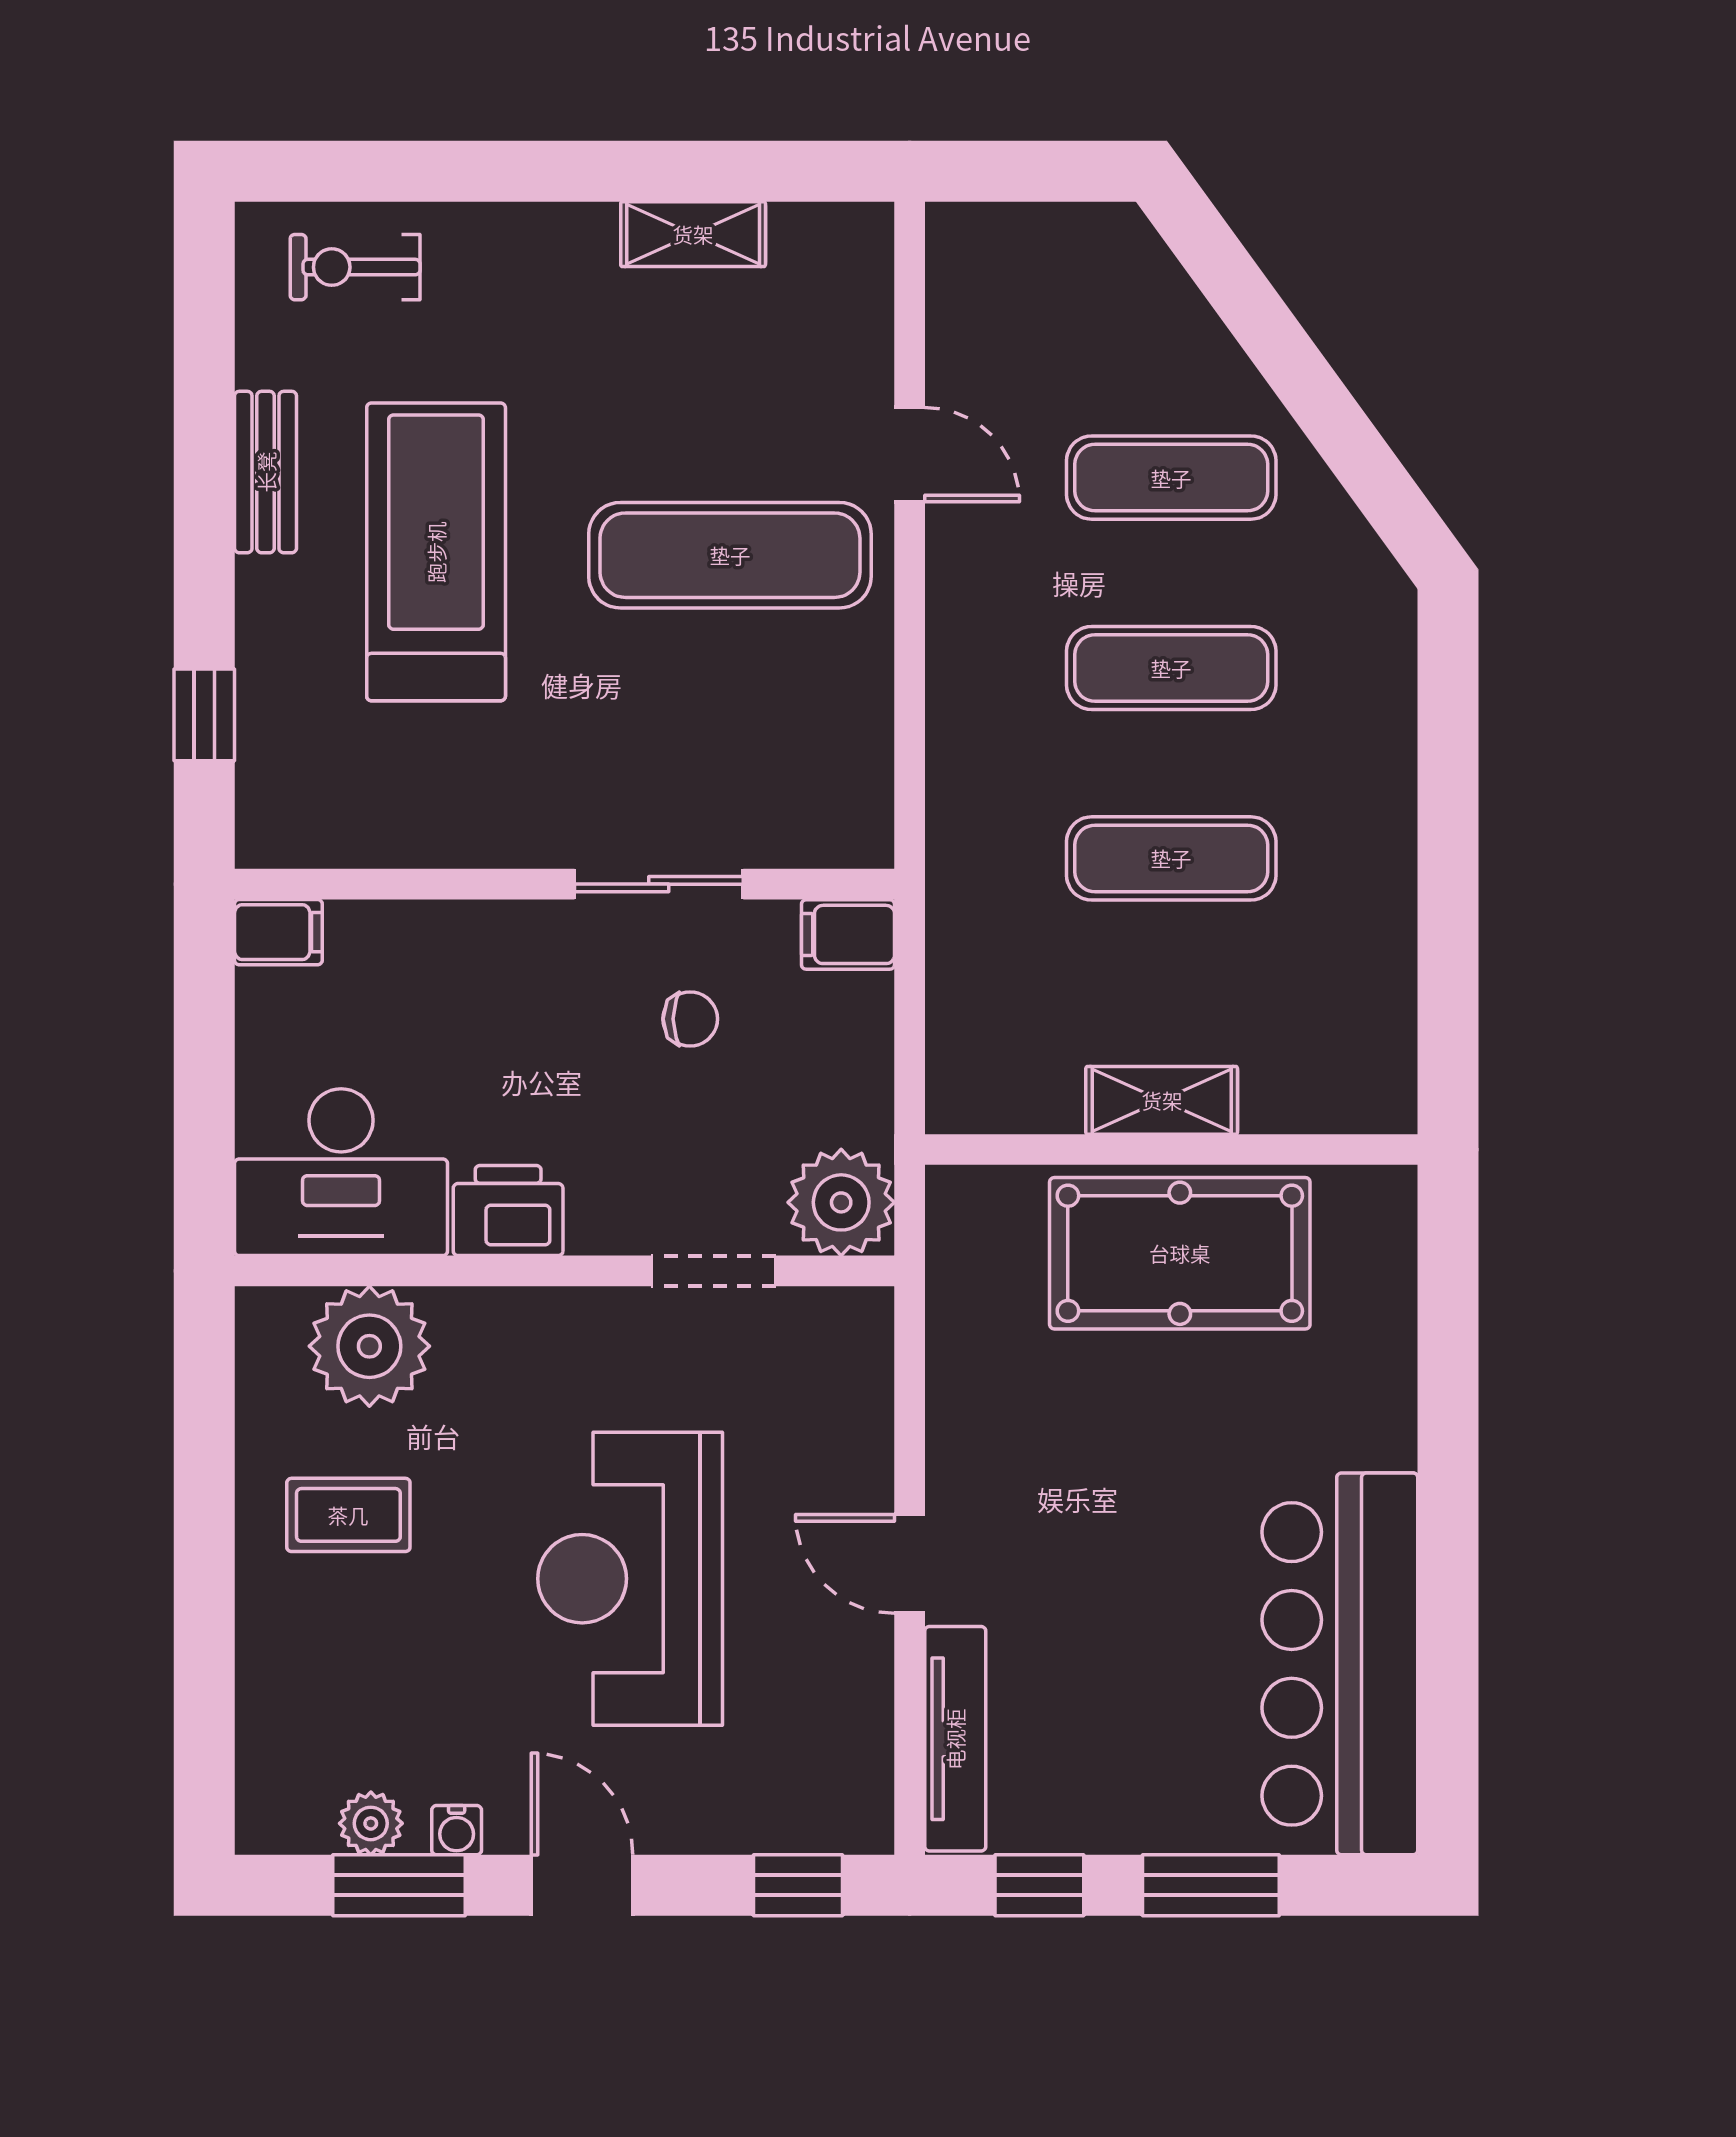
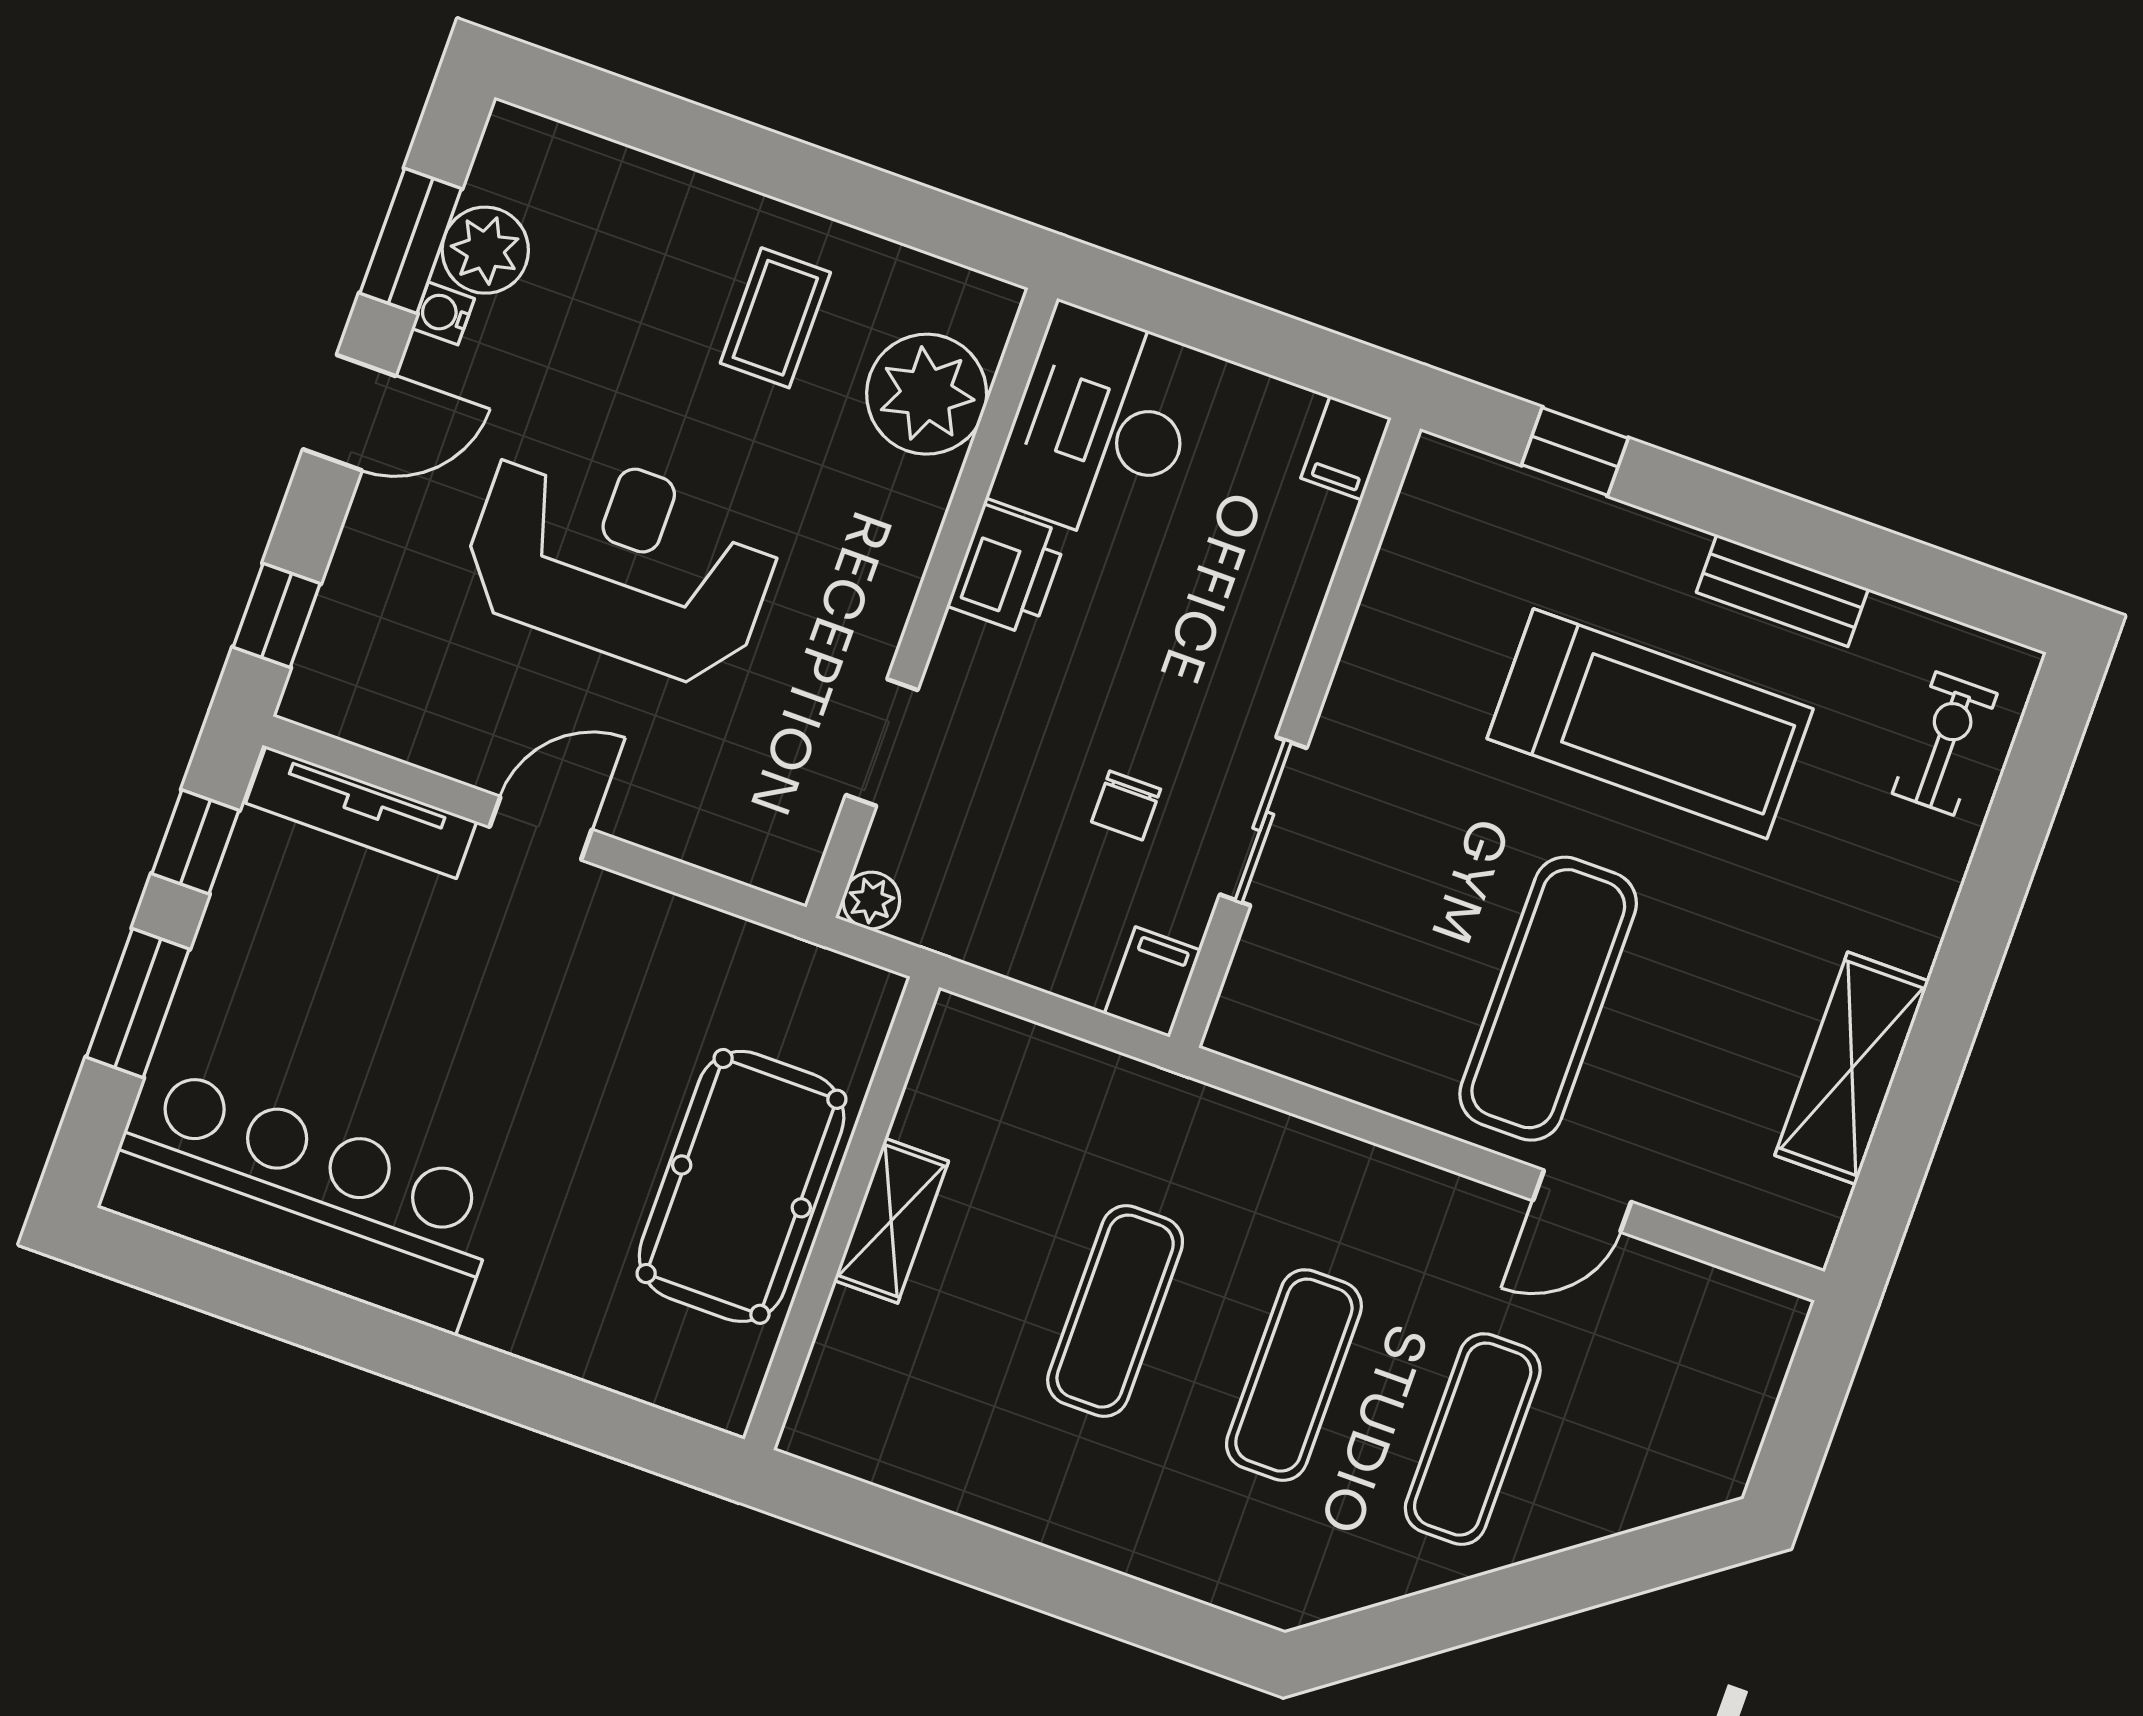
shelving: (693, 234) -> (1852, 1068), width x1.50, depth x1.33
plant: (841, 1202) -> (871, 900), width x0.53, depth x0.53
plant: (371, 1823) -> (485, 250), width x1.38, depth x1.38

